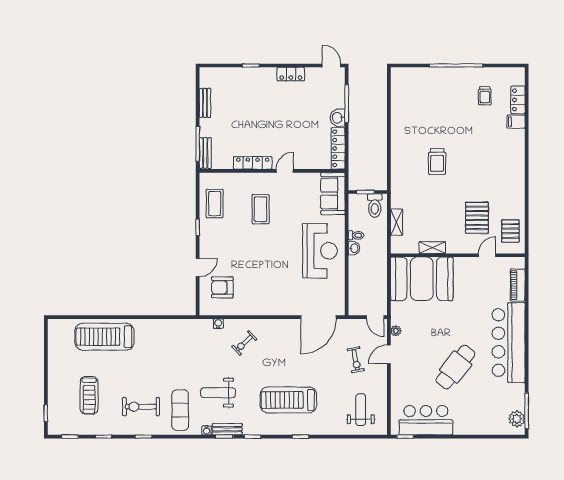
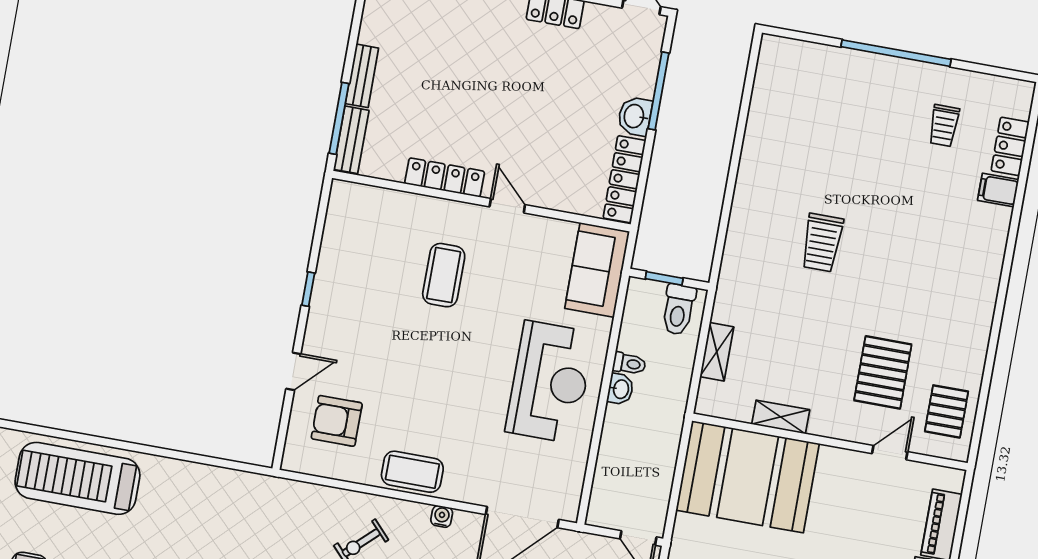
bench: (205, 103) -> (362, 76), moved
door: (285, 171) -> (507, 206), hinge flipped
coffee table: (215, 204) -> (412, 472), moved, turned 90
water cooler: (218, 324) -> (442, 516), moved

